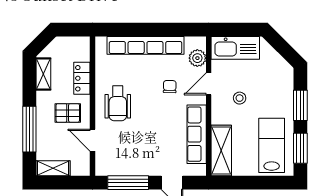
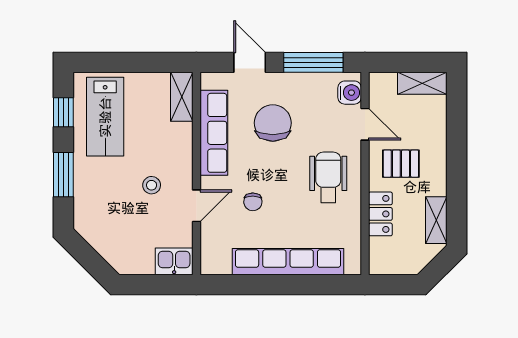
kitchen sink: (235, 48) -> (174, 261), width x0.53, depth x0.81
plant: (197, 58) -> (213, 243), removed
window: (29, 129) -> (457, 140), removed
chair: (156, 141) -> (273, 123), added
window: (300, 148) -> (63, 112), width x0.67
shelving: (221, 151) -> (182, 97), width x0.67, depth x0.75
water cooler: (103, 162) -> (350, 93), added

